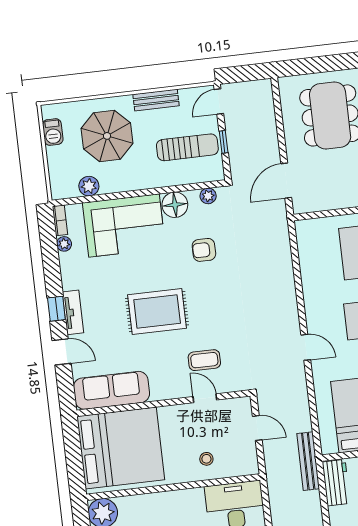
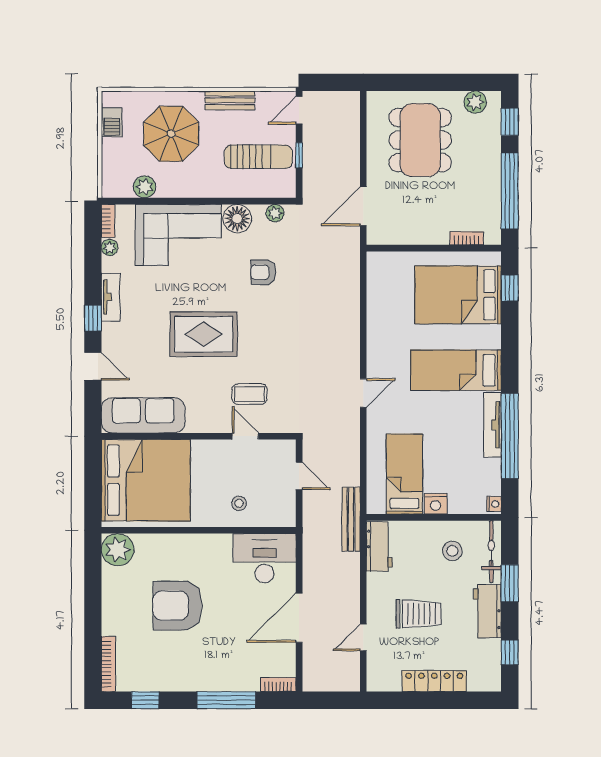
tv unit: (73, 312) -> (111, 297), moved
door: (306, 347) -> (363, 393), hinge flipped

